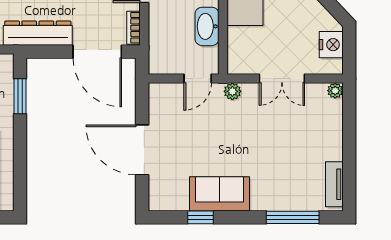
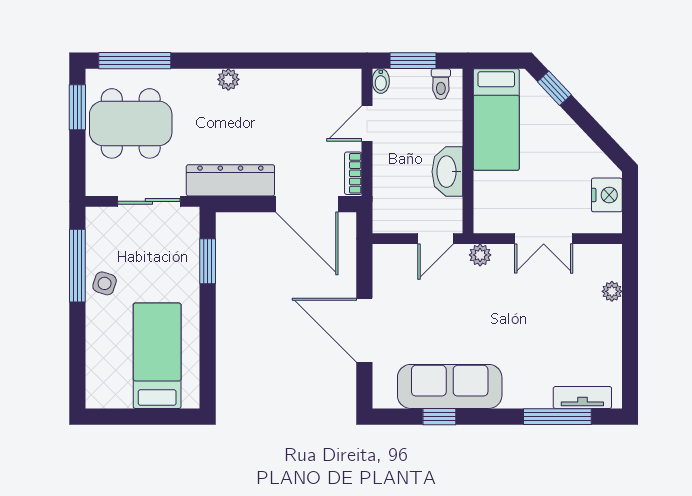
plant: (335, 91) -> (612, 291), moved
tv unit: (334, 184) -> (582, 398), moved, turned 90
sofa: (219, 194) -> (450, 386), width x1.36

